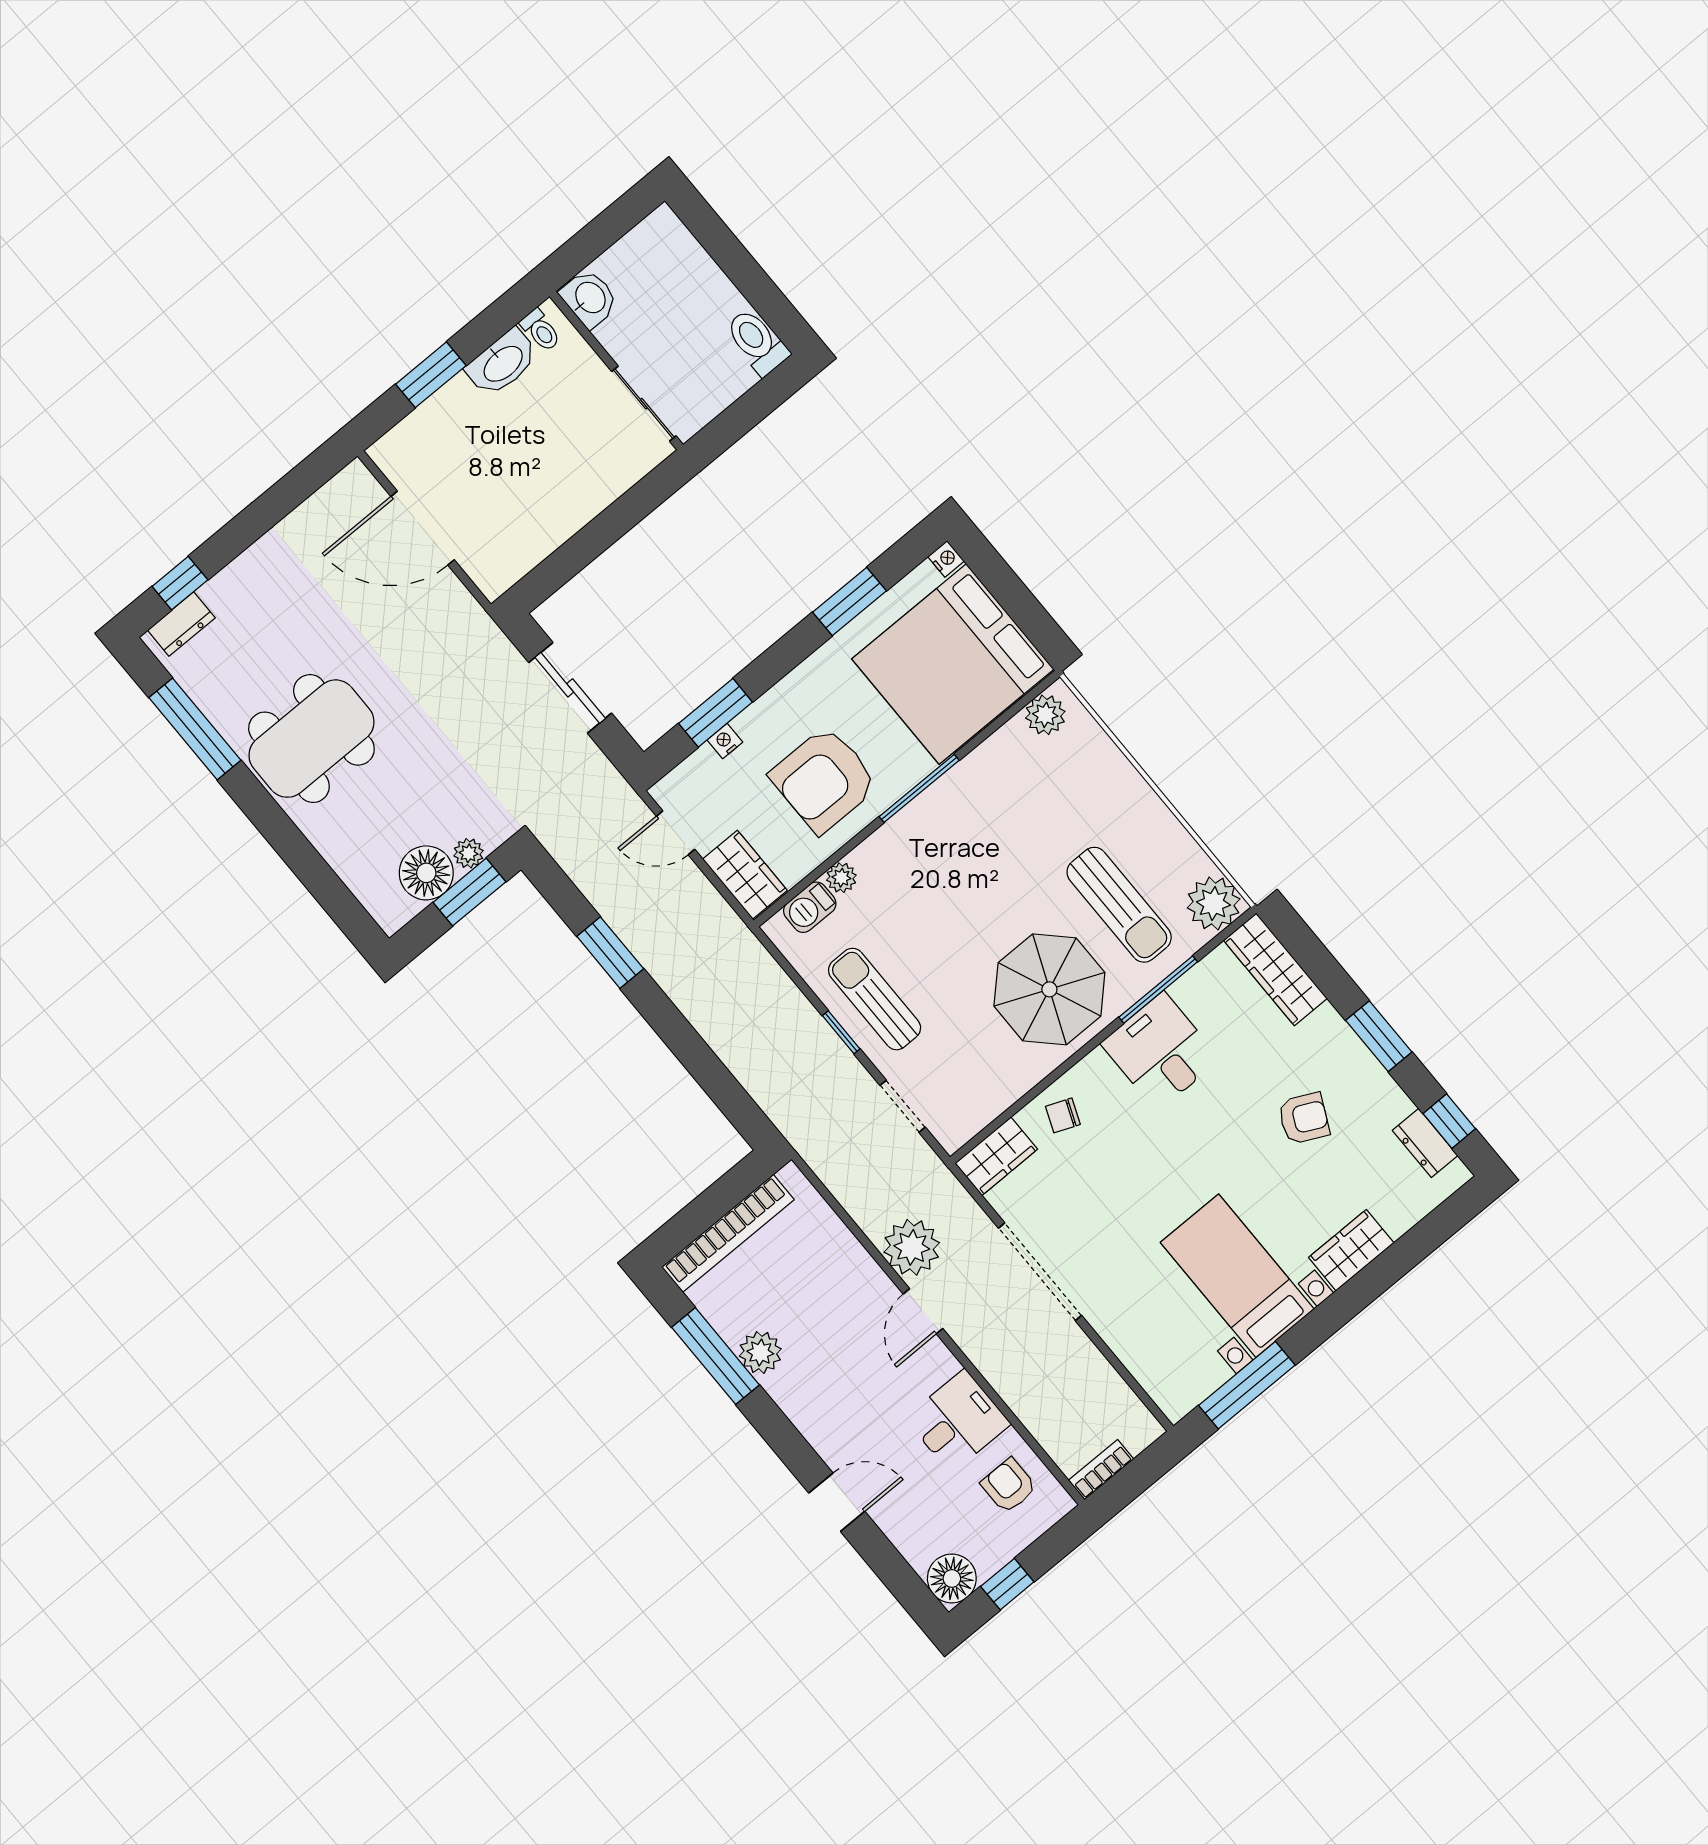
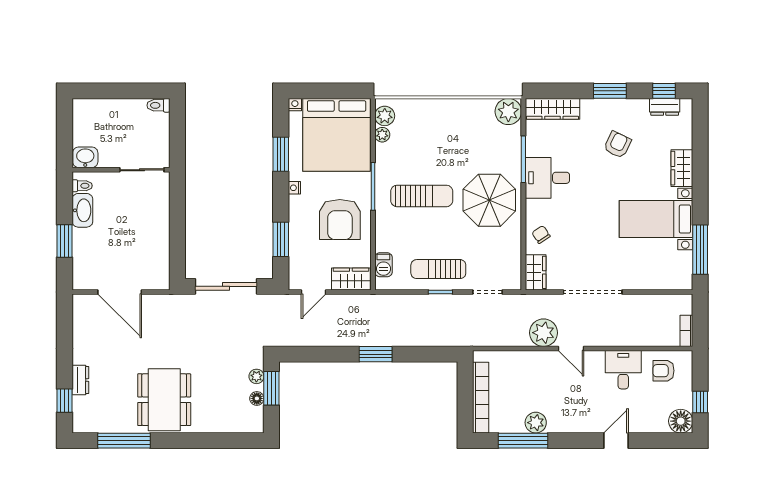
toilet: (757, 342) -> (158, 105), width x0.73, depth x0.72
door: (423, 528) -> (120, 292), hinge flipped
dresser: (181, 624) -> (80, 380), moved
sliding door: (570, 688) -> (226, 286), width x1.37
nightstand: (725, 741) -> (294, 188), moved
floor lamp: (426, 873) -> (257, 398), width x0.53, depth x0.53
plant: (841, 878) -> (382, 135), moved
sun lounger: (1119, 905) -> (422, 196), moved
window: (610, 953) -> (376, 354), moved
chair: (1063, 1115) -> (541, 235), turned 125

